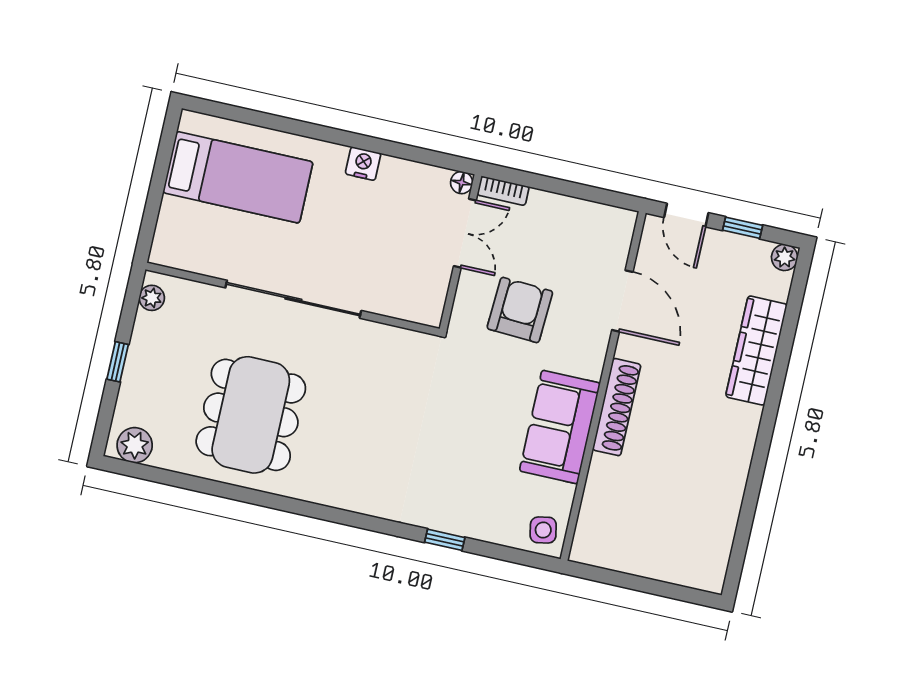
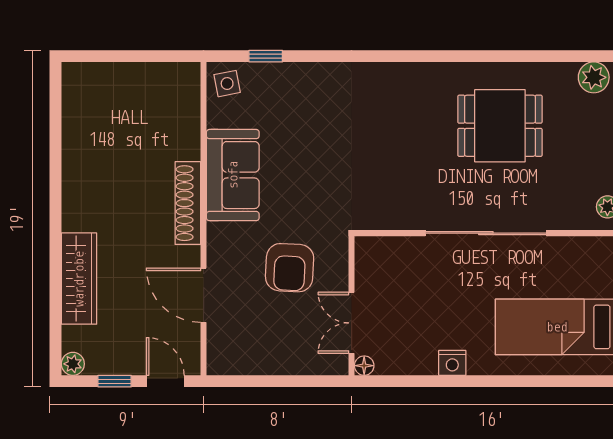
bookcase: (503, 191) -> (327, 367), removed
dining table: (251, 415) -> (500, 126), width x0.73
window: (445, 540) -> (266, 56), moved

